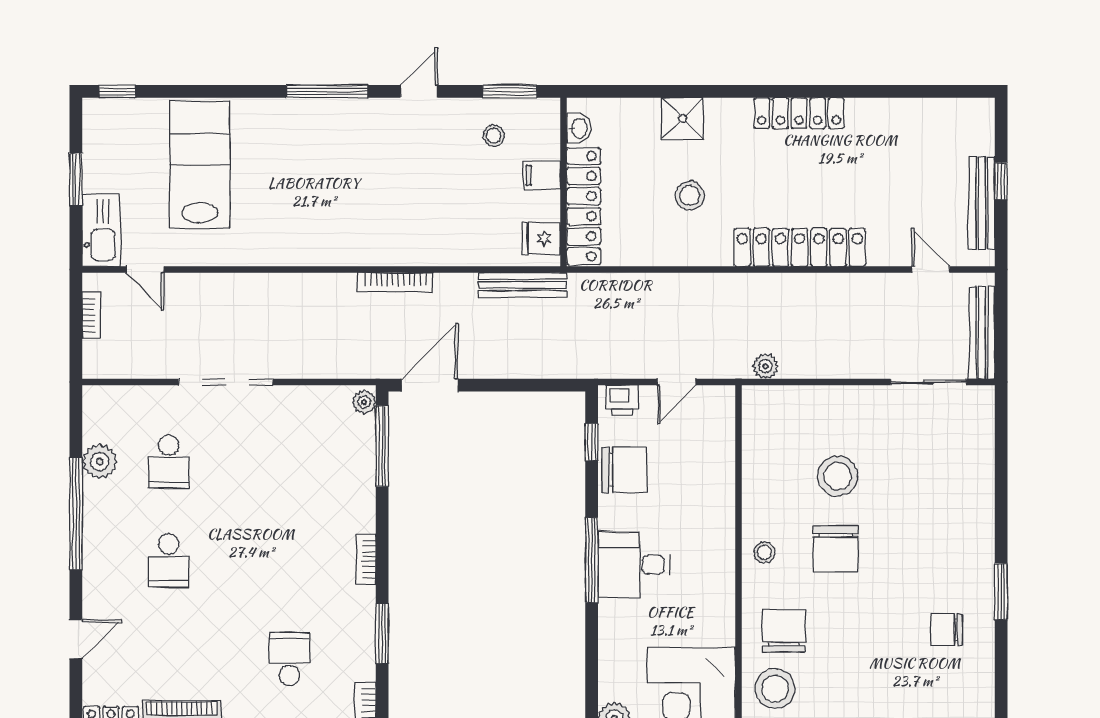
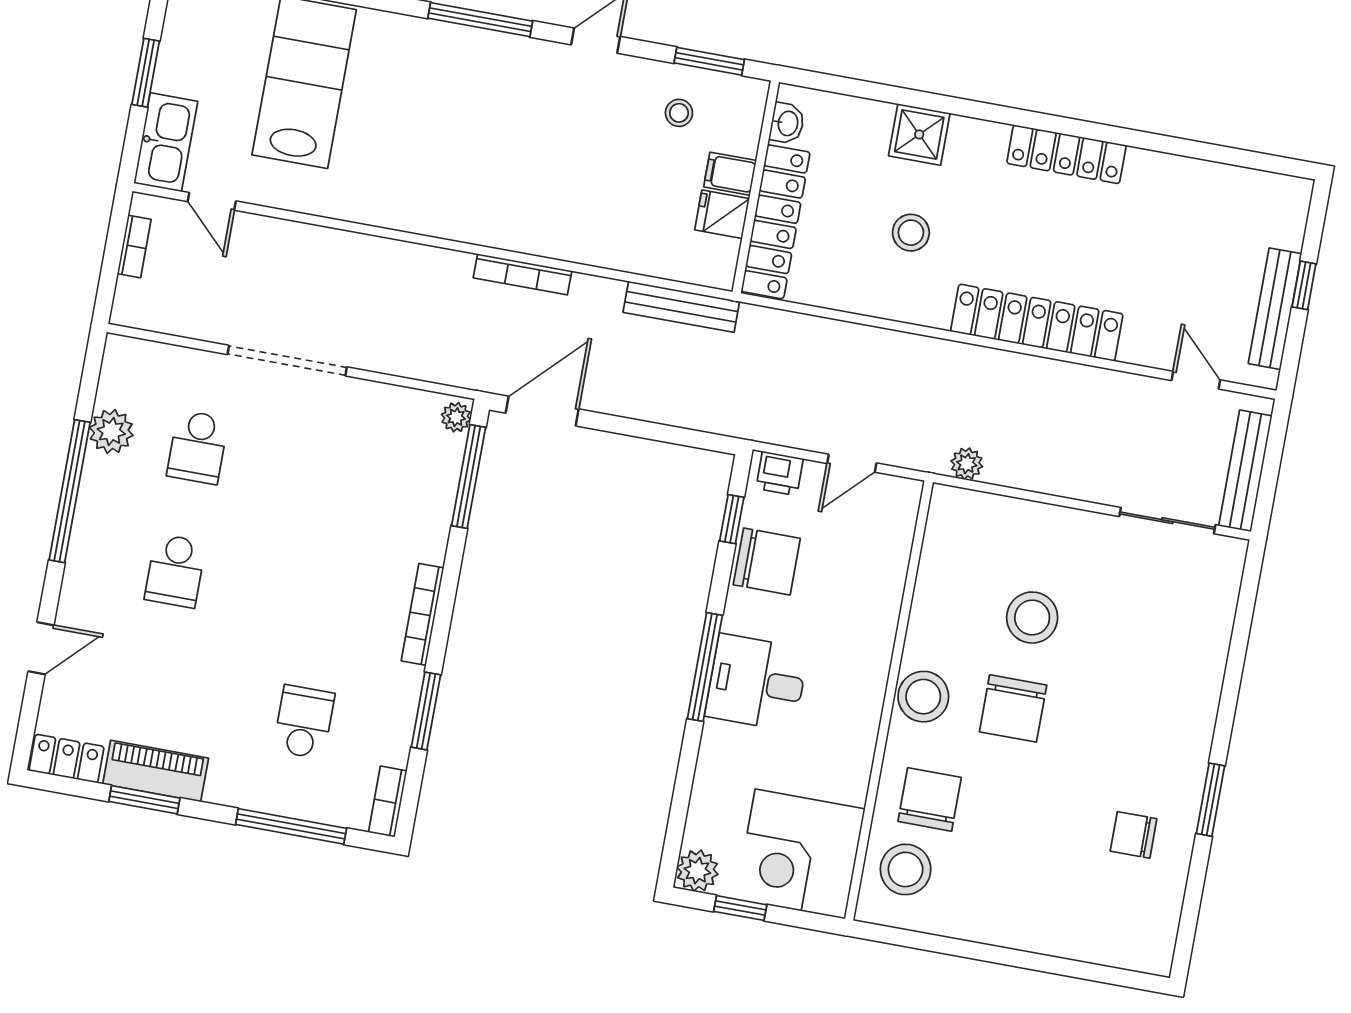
fridge: (541, 238) -> (722, 214), moved
stool: (765, 552) -> (923, 697), width x1.89, depth x1.89
bookcase: (366, 559) -> (423, 614), width x1.56

